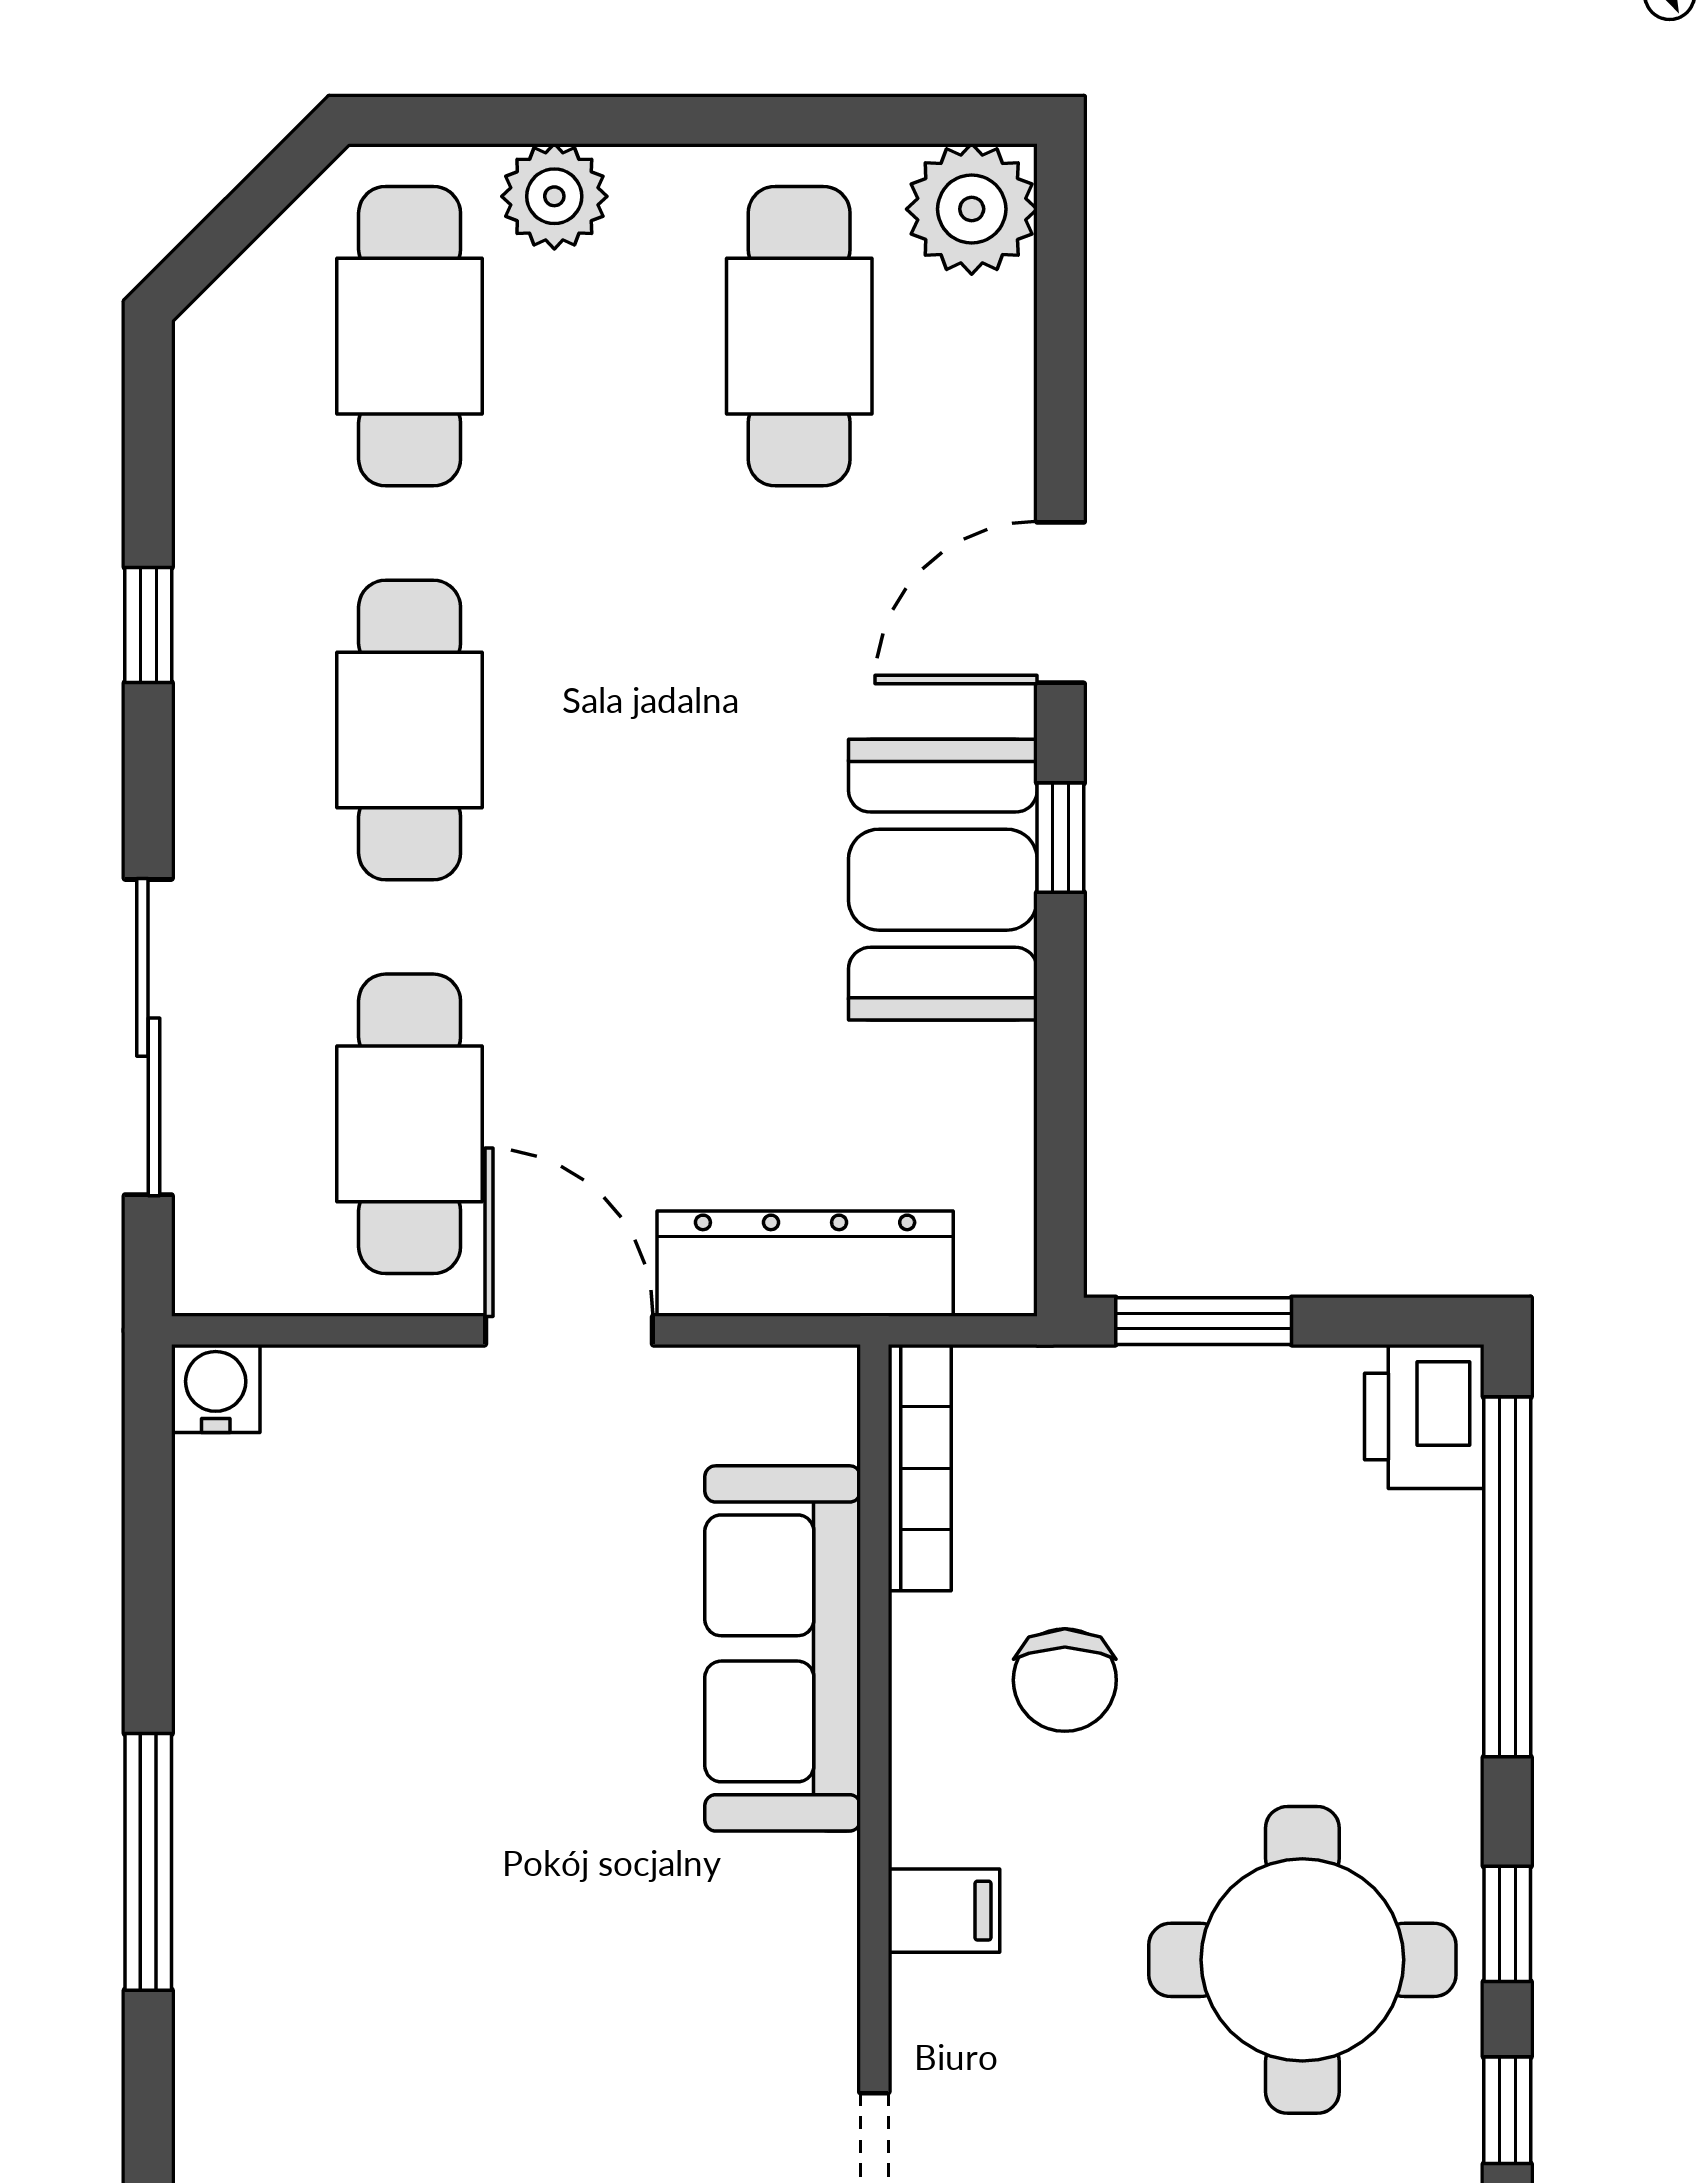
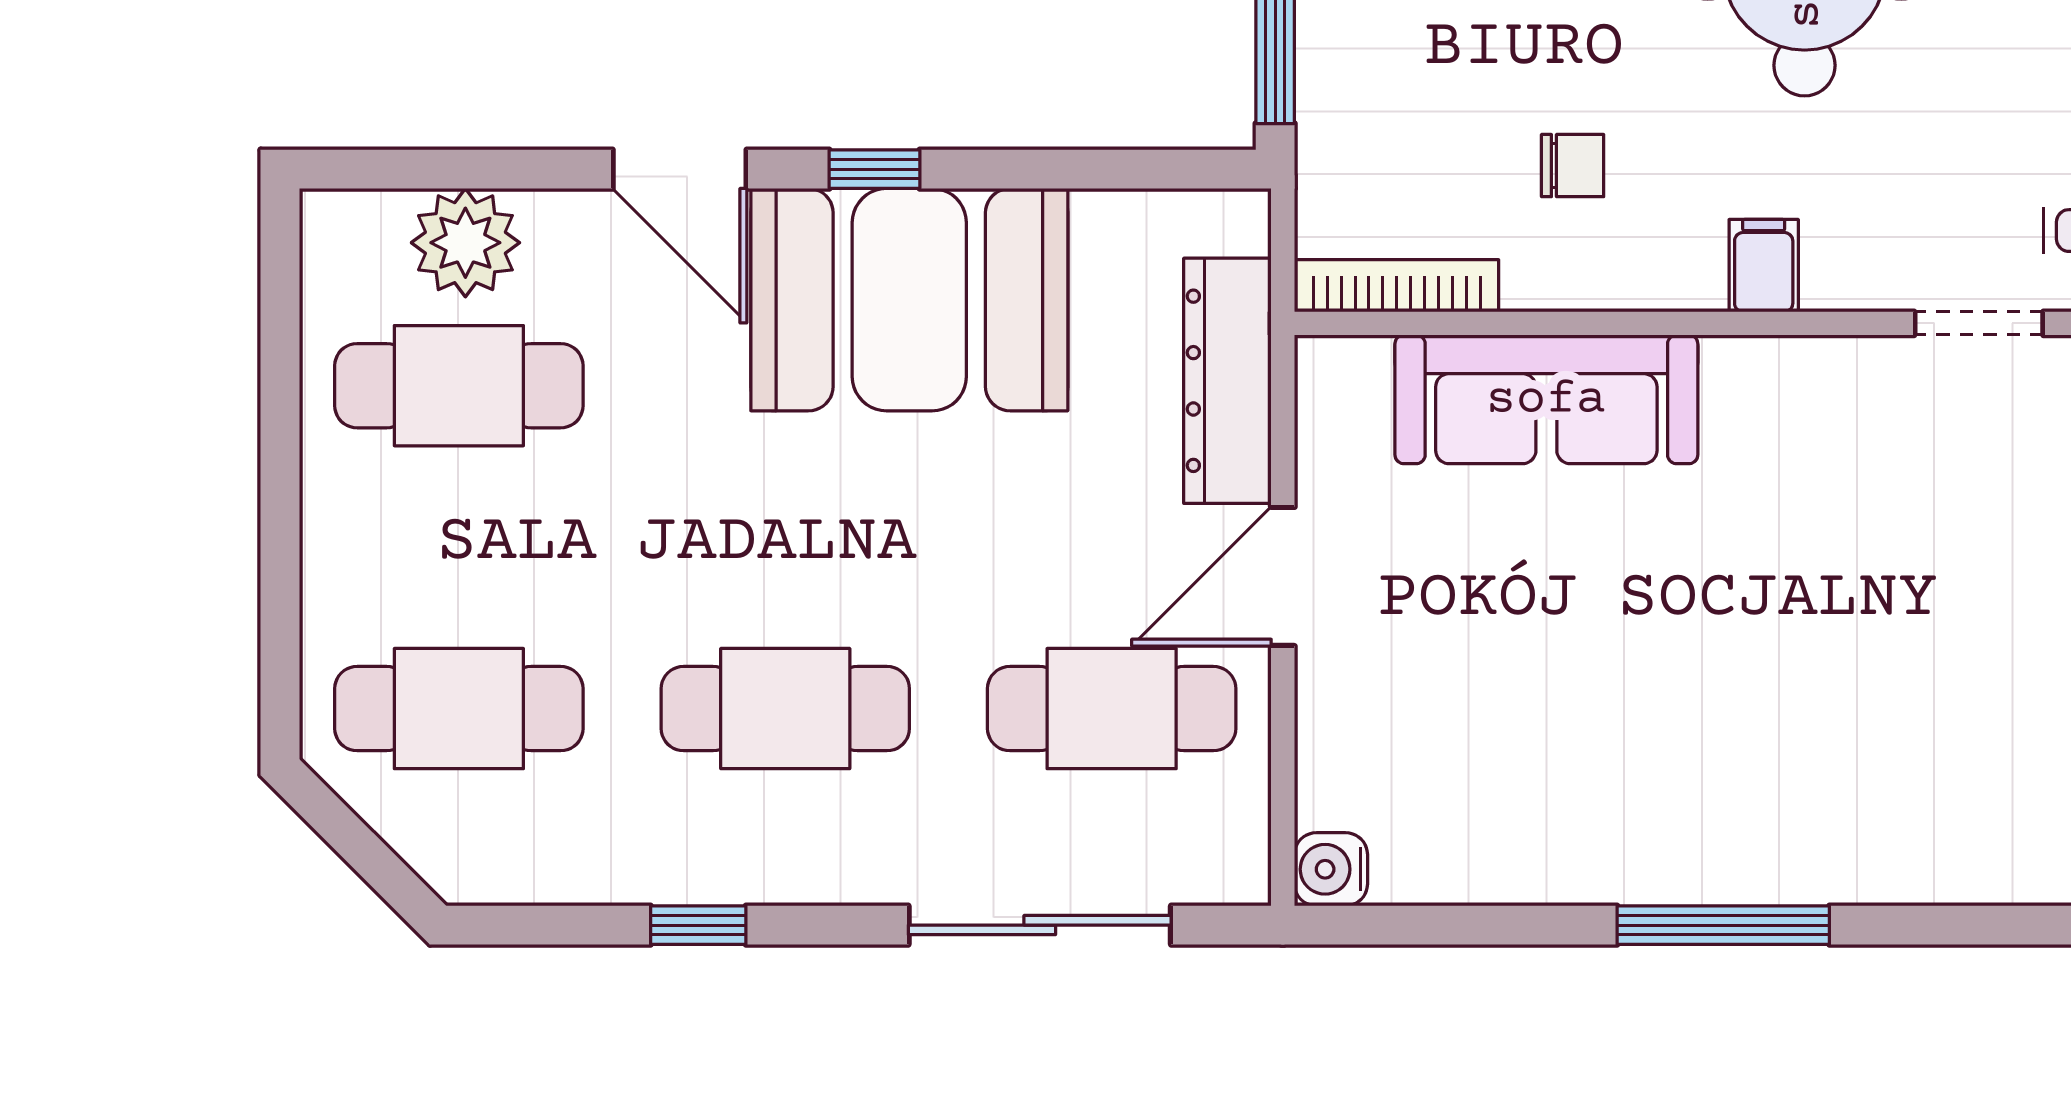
plant: (554, 196) -> (343, 589), removed
plant: (972, 209) -> (465, 243), moved
booth: (943, 880) -> (909, 300), width x1.36, depth x1.42
chair: (1065, 1680) -> (1573, 166), width x0.73, depth x0.73

